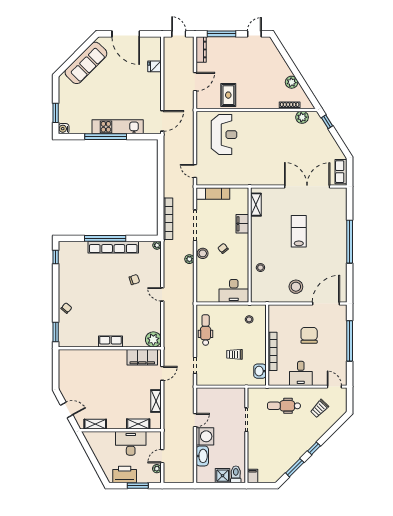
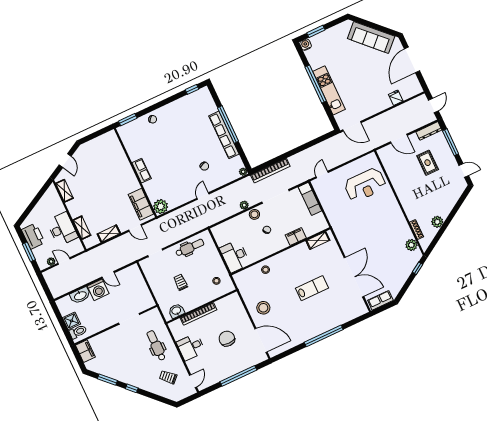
rug: (228, 95) -> (428, 163), moved, turned 90
chair: (309, 335) -> (227, 339), turned -90
filing cabinet: (253, 476) -> (85, 351), width x2.00

